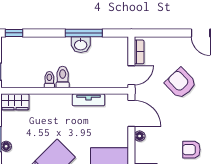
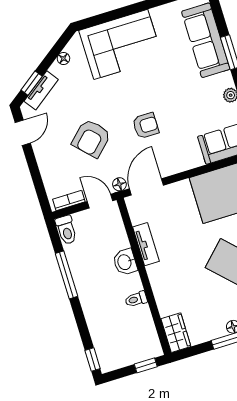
washbasin: (81, 45) -> (125, 262), moved, turned 180
toilet: (63, 77) -> (66, 230), moved, turned -90
floor lamp: (140, 136) -> (119, 184), moved
armchair: (191, 150) -> (146, 126), moved, turned -90

